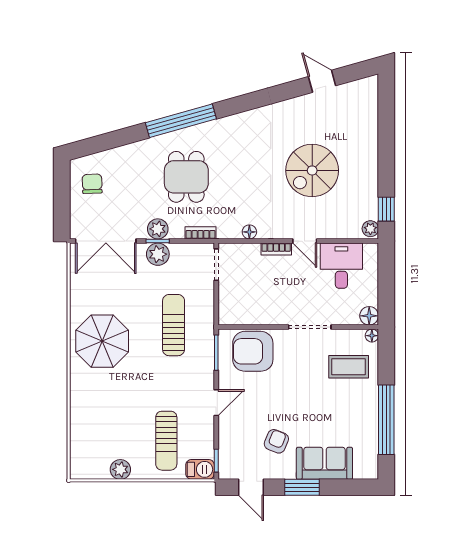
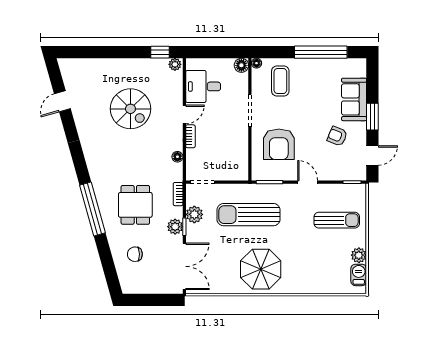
dining table: (186, 177) -> (135, 205), turned 90
chair: (92, 184) -> (135, 254), moved
plant: (158, 254) -> (194, 214), moved
sun lounger: (174, 325) -> (249, 215), width x1.36, depth x1.34
armchair: (253, 351) -> (279, 144), moved
barbecue: (200, 469) -> (359, 275), moved

